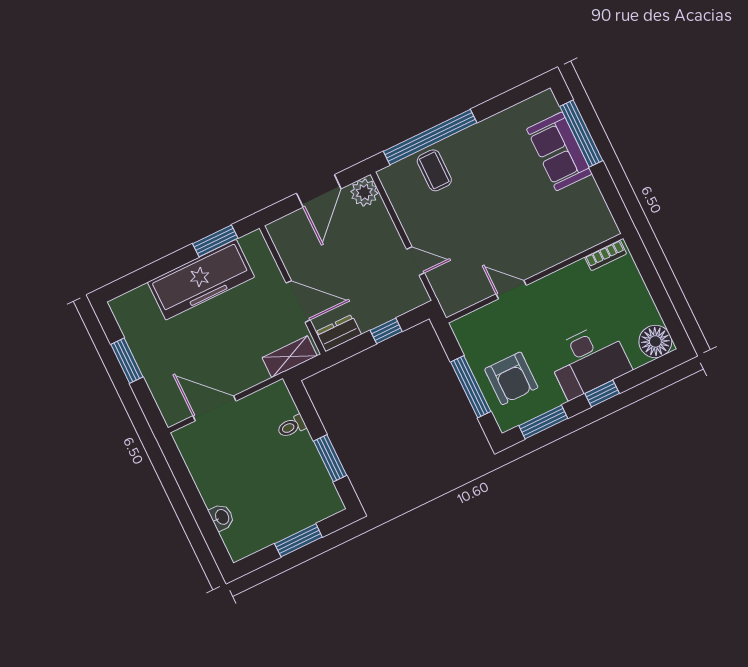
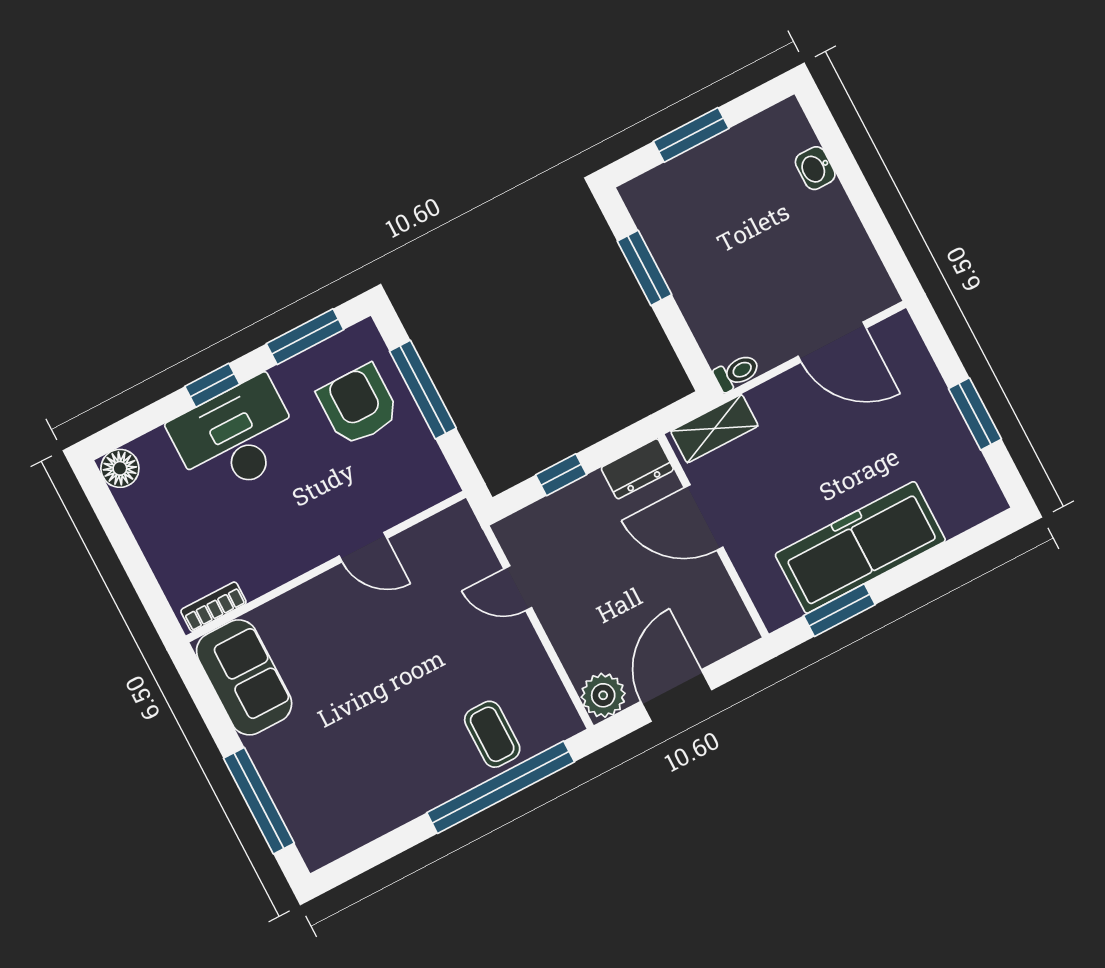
sofa: (559, 151) -> (244, 677), moved
floor lamp: (655, 341) -> (120, 468), width x0.73, depth x0.73
toilet: (292, 426) -> (737, 372), moved

